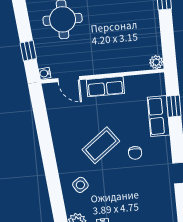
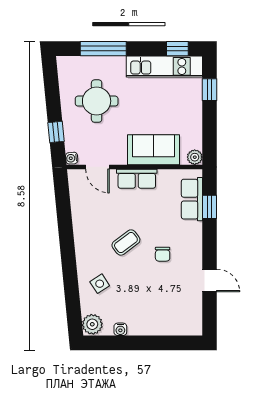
sofa: (118, 59) -> (153, 150), added
row of seats: (159, 116) -> (192, 199), moved
coffee table: (101, 145) -> (126, 242), width x0.73, depth x0.77

